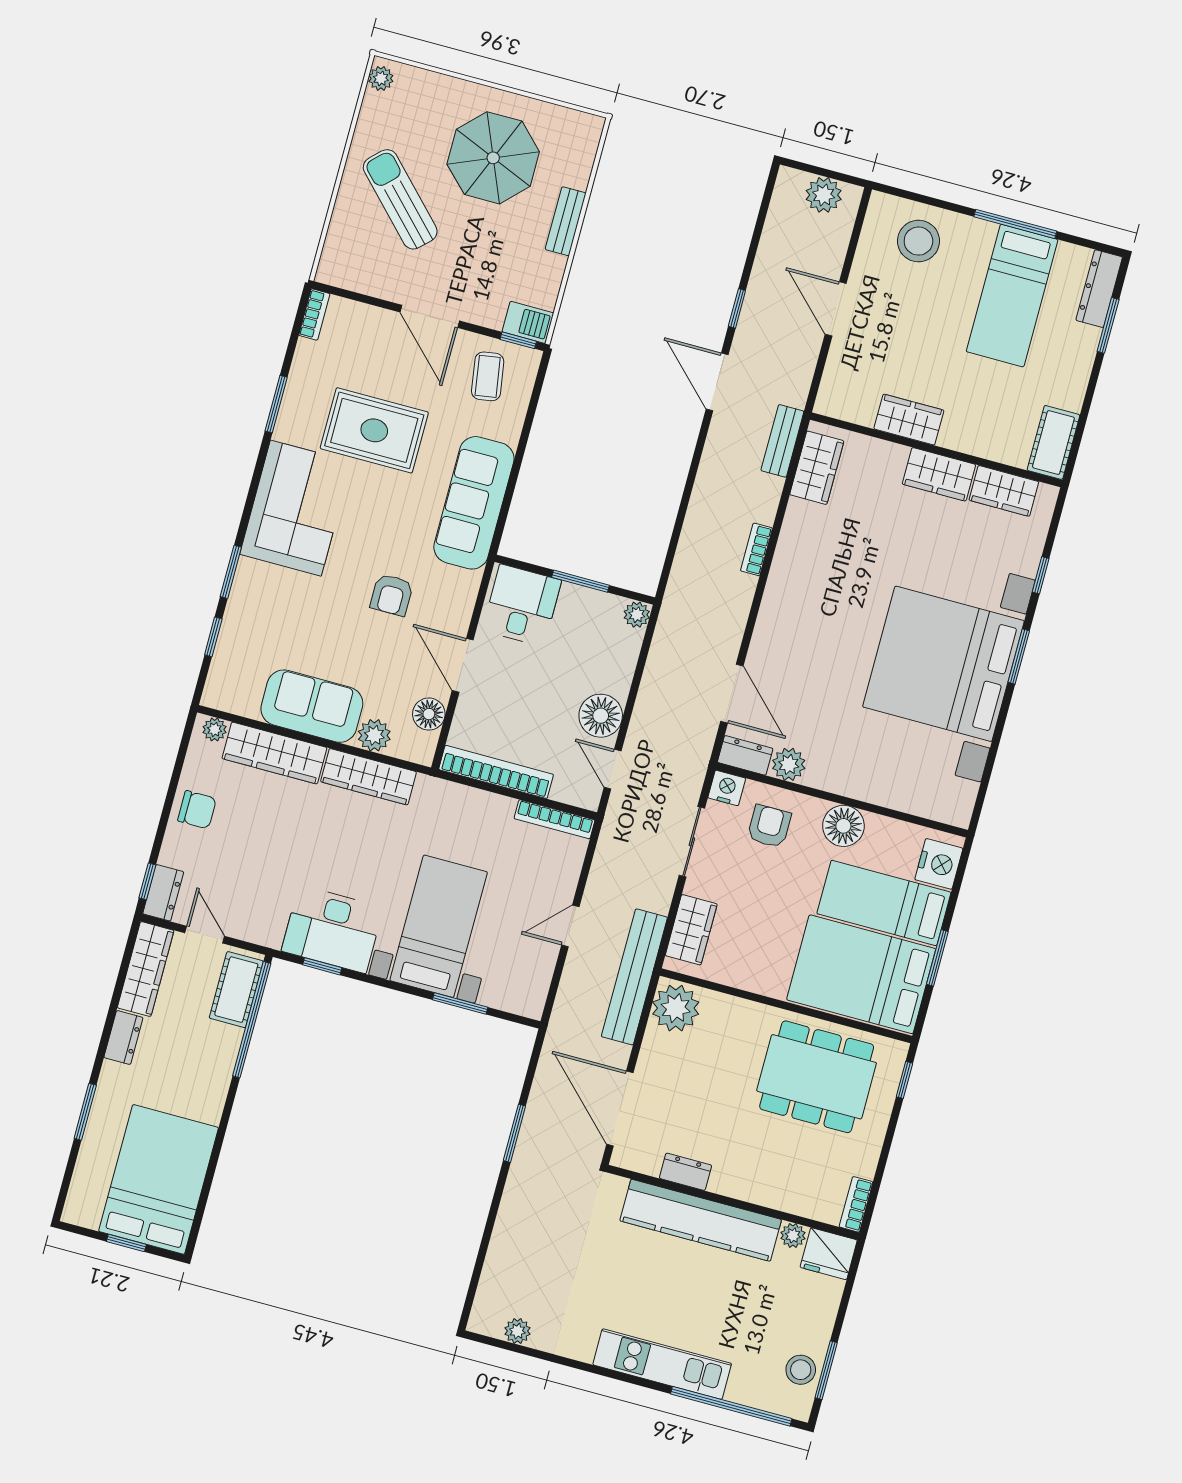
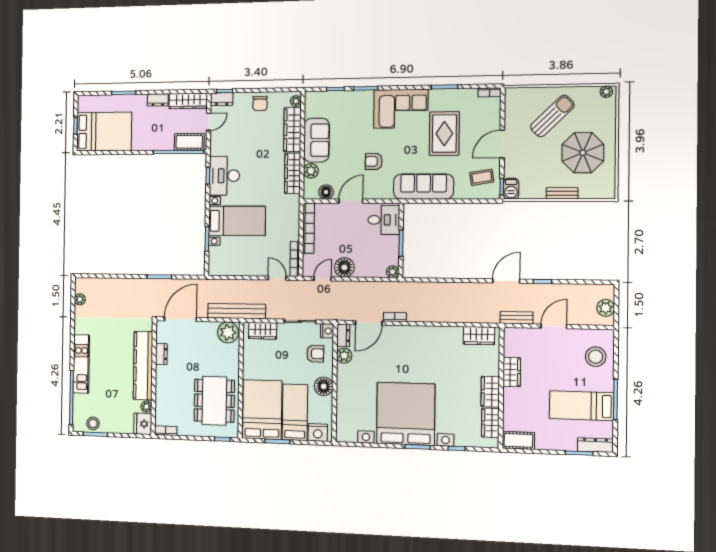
bench: (782, 441) -> (517, 318), moved
bookcase: (756, 549) -> (395, 317), moved
door: (570, 926) -> (277, 278), moved

